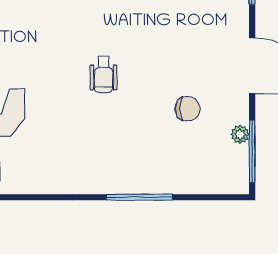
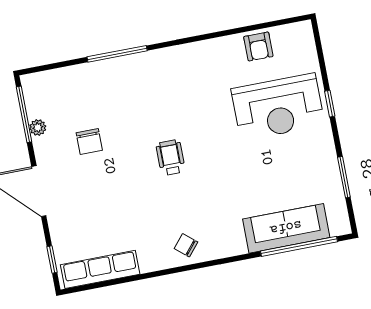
chair: (188, 109) -> (89, 141), turned -90

